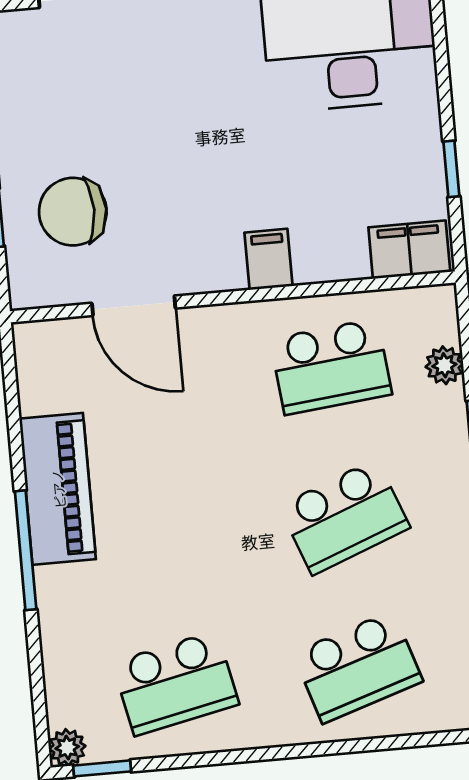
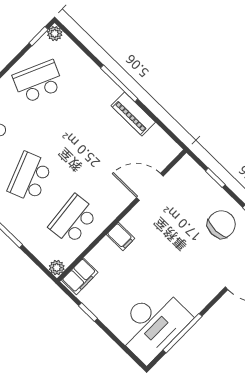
chair: (73, 212) -> (221, 224), moved
plant: (444, 365) -> (57, 268), moved
piano: (58, 489) -> (133, 114), width x0.73, depth x0.75
school desk: (176, 683) -> (38, 82), turned 36

